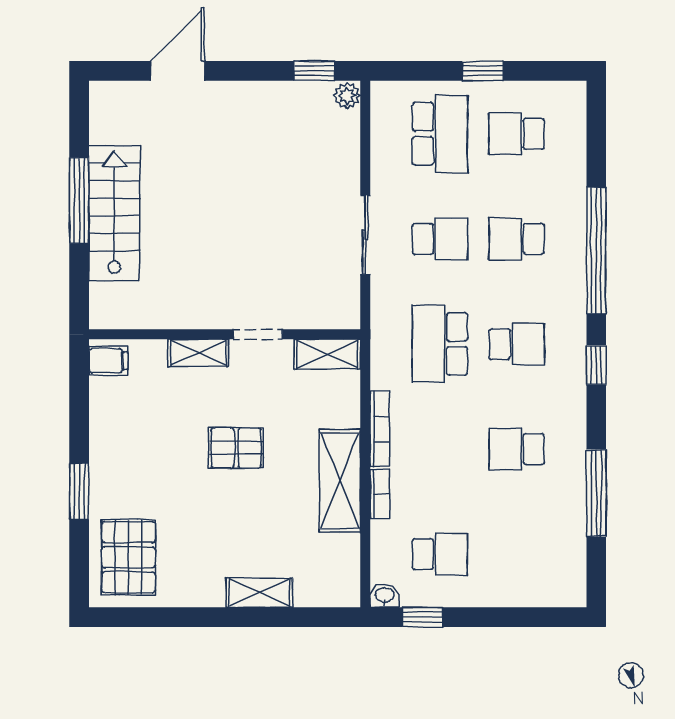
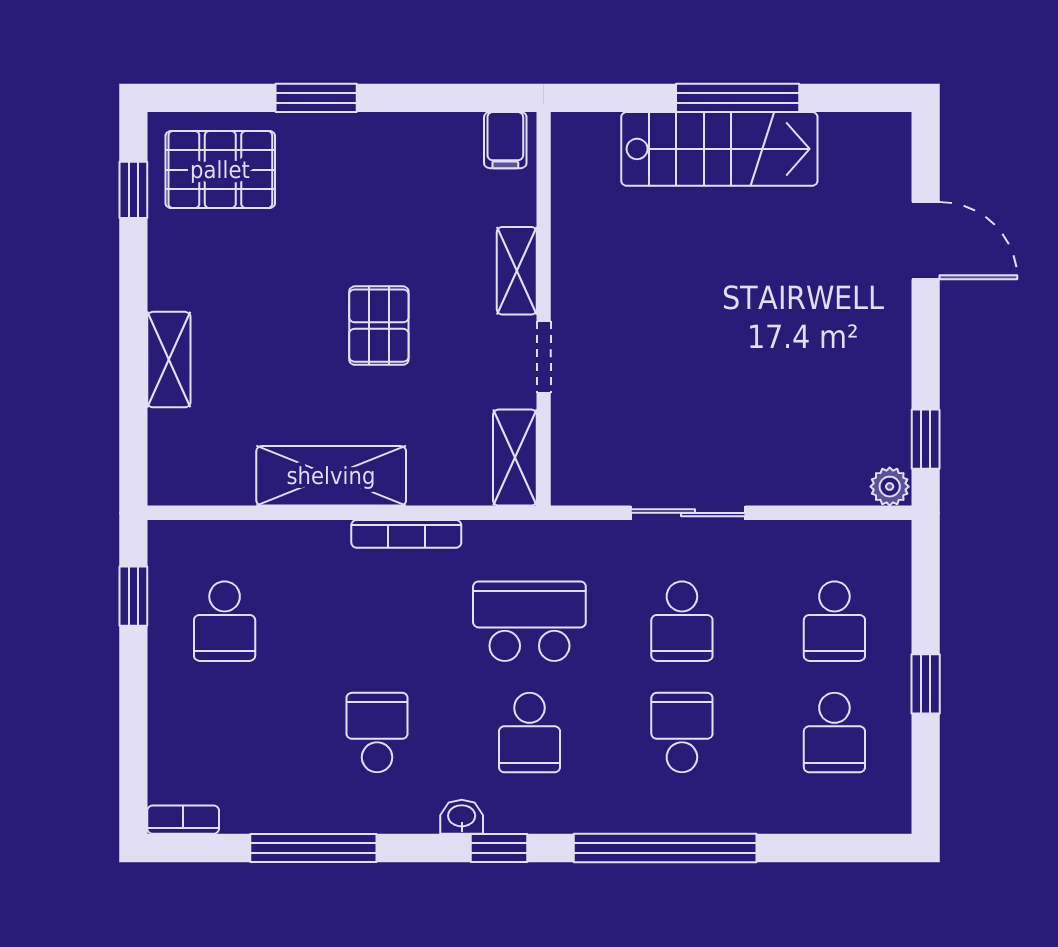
school desk: (440, 134) -> (834, 621), width x0.54
school desk: (517, 134) -> (834, 733), turned 180
bookcase: (380, 494) -> (183, 820), moved, turned 180
washbasin: (385, 596) -> (462, 817), moved, turned -90
window: (143, 617) -> (133, 190), added

